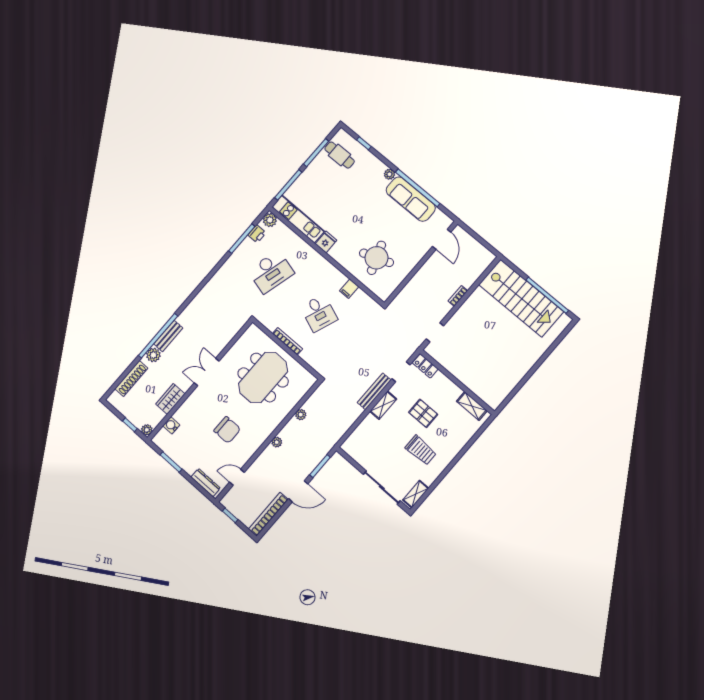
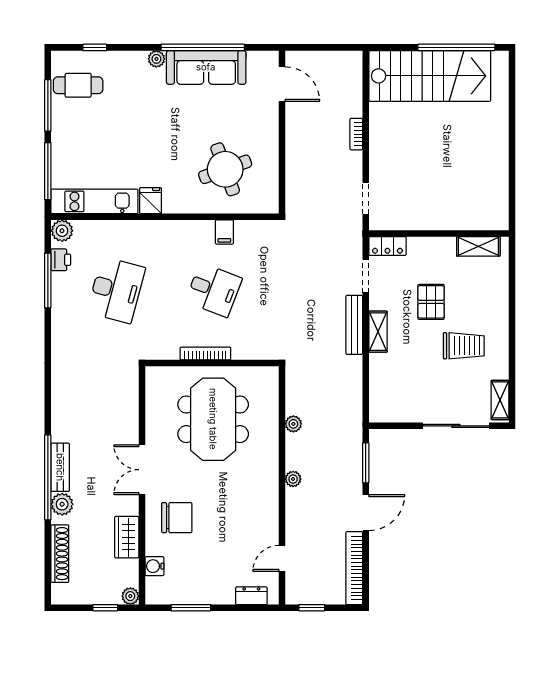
pallet: (423, 413) -> (431, 302), turned 90
chair: (227, 430) -> (177, 518), moved
dresser: (206, 483) -> (251, 596), width x0.70

